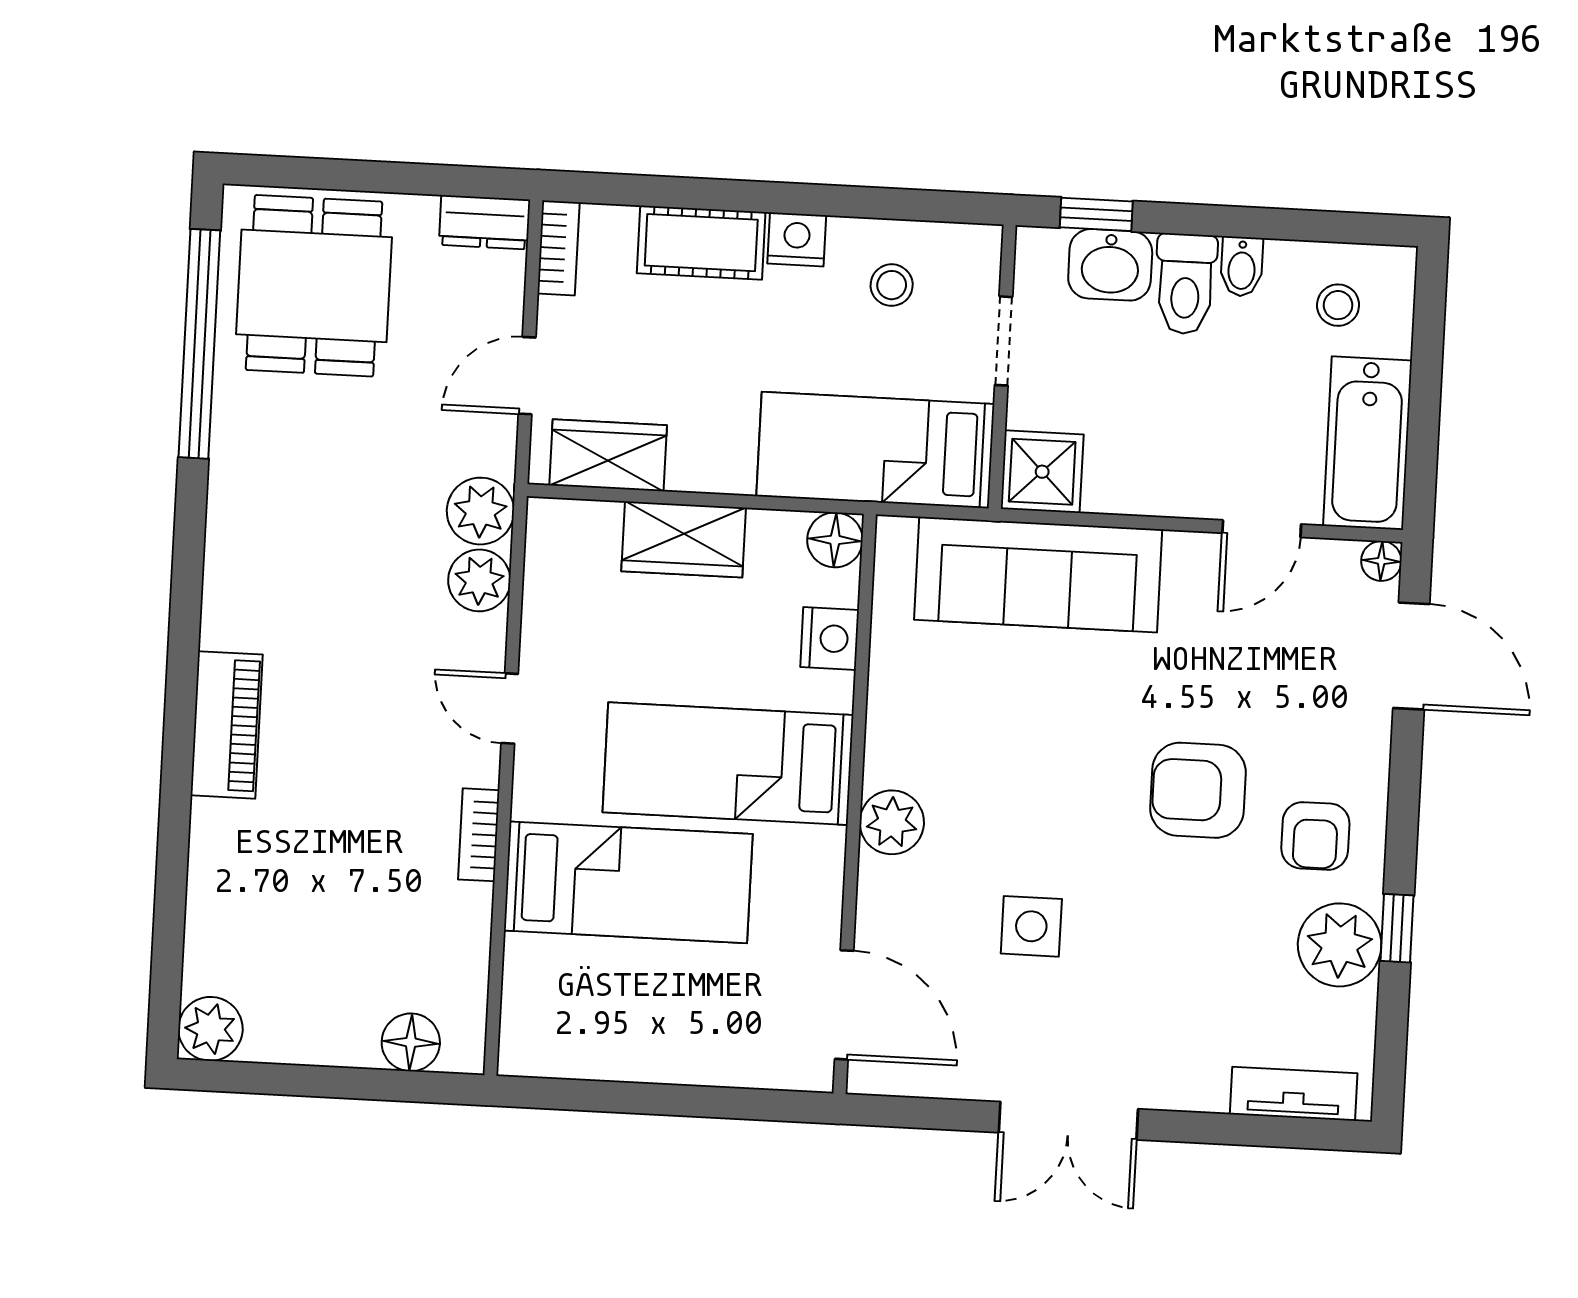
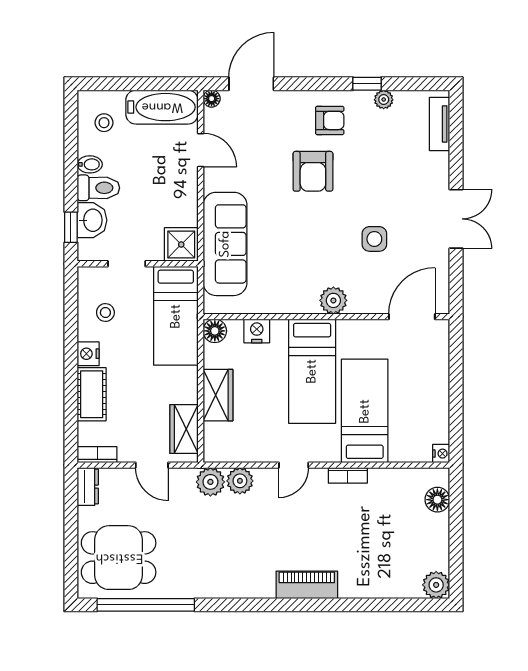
plant: (1340, 945) -> (384, 100), width x0.53, depth x0.53
nightstand: (519, 1057) -> (441, 454), added

